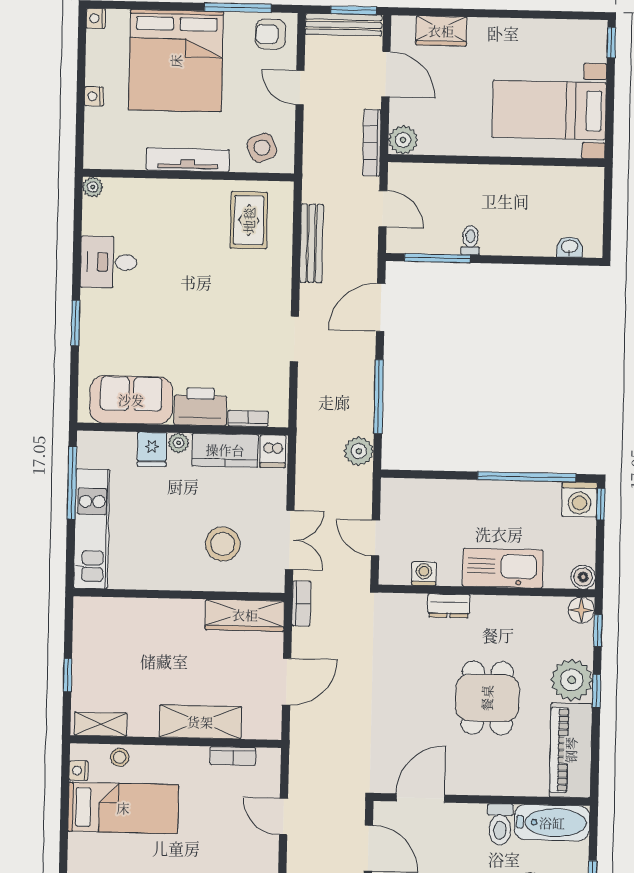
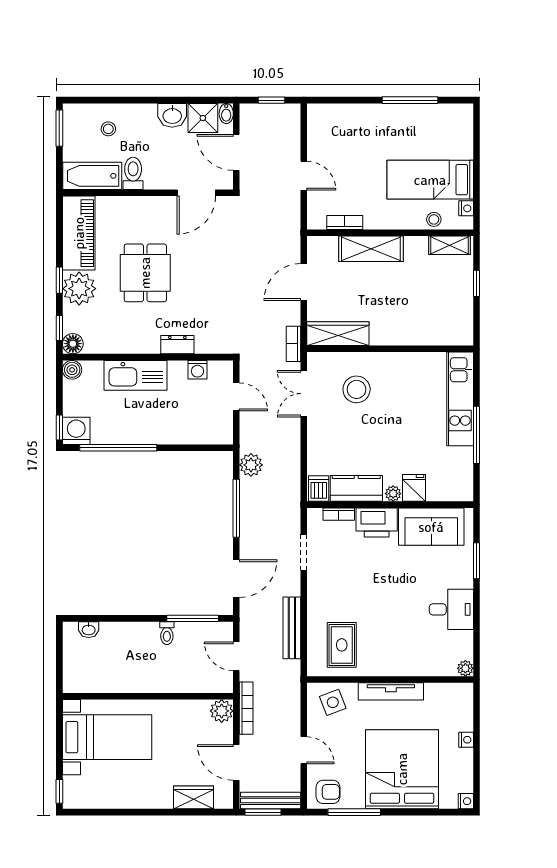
sofa: (131, 400) -> (431, 527), moved
printer: (200, 407) -> (377, 522), moved
bookcase: (248, 418) -> (339, 514), moved
wall: (183, 429) -> (390, 505), moved
plant: (179, 443) -> (393, 494), moved
fridge: (152, 449) -> (414, 488), moved
kitchen counter: (225, 450) -> (356, 488), moved
dishwasher: (273, 451) -> (319, 489), moved

